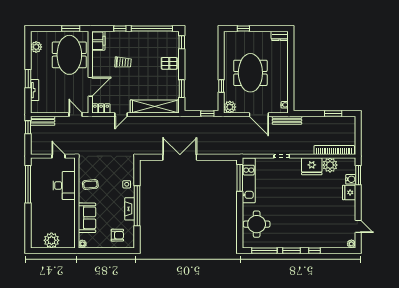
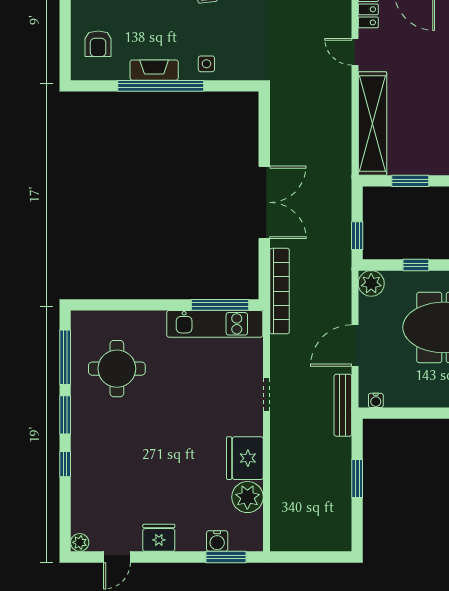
window: (333, 114) -> (357, 478), moved
bookcase: (334, 150) -> (280, 291), moved
double door: (180, 157) -> (264, 202), moved
fridge: (349, 192) -> (159, 538), moved
round table: (257, 224) -> (117, 369), moved

